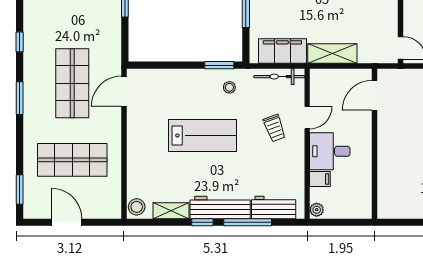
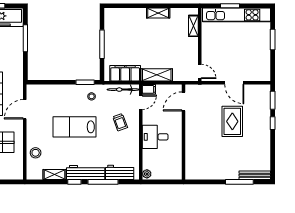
door: (124, 91) -> (25, 109), moved
door: (307, 118) -> (141, 102), moved
lab bench: (202, 135) -> (74, 127), turned 180
filing cabinet: (320, 179) -> (149, 89), moved
stool: (137, 207) -> (36, 153), moved

